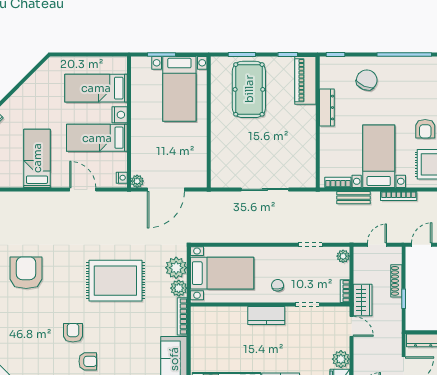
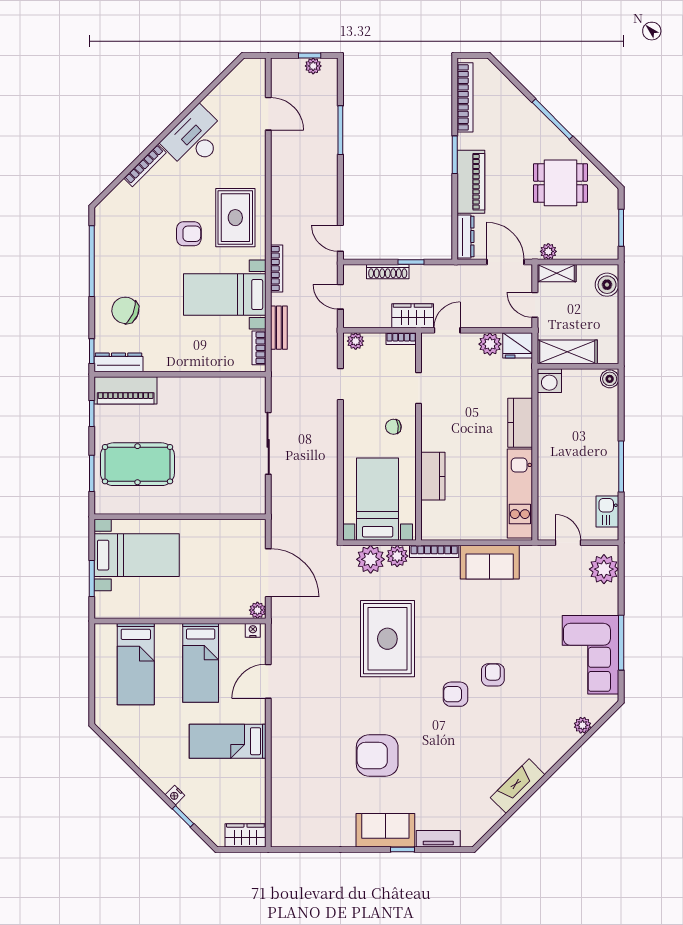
dresser: (327, 108) -> (119, 362), moved
nightstand: (120, 115) -> (171, 633), removed
kitchen counter: (266, 316) -> (433, 476), moved

